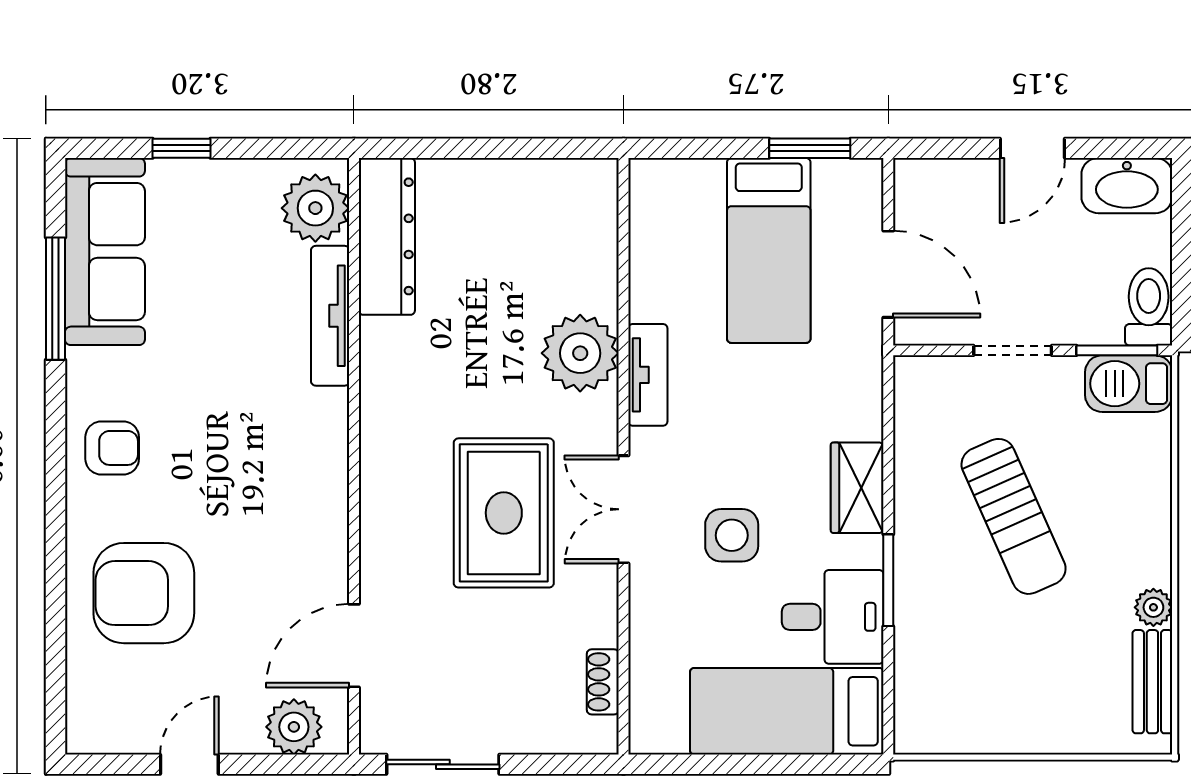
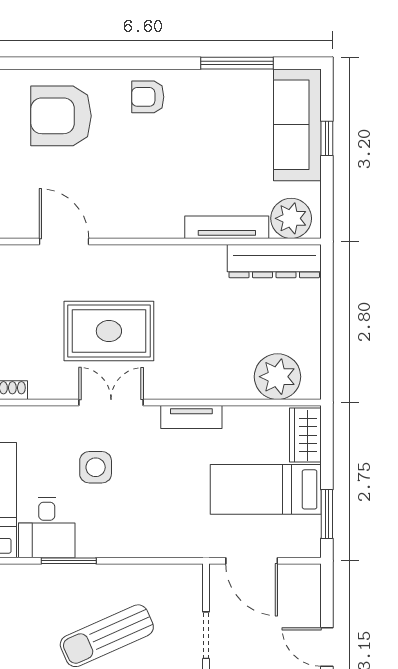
sofa: (105, 252) -> (297, 125), moved, turned 90
door: (888, 274) -> (252, 561), hinge flipped
plant: (580, 353) -> (277, 377), moved
armchair: (112, 448) -> (148, 97), turned 90
wardrobe: (857, 488) -> (305, 435), moved, turned -90
armchair: (144, 593) -> (61, 116), turned -90
door: (354, 646) -> (64, 241), moved

